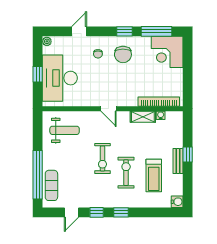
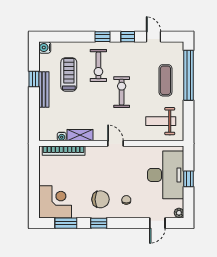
door: (79, 31) -> (157, 223), moved
window: (157, 31) -> (66, 223), width x0.69
chair: (123, 54) -> (101, 199), turned 90
window: (188, 154) -> (34, 79), moved
bench: (178, 161) -> (44, 89), width x1.36
exercise bike: (126, 173) -> (98, 65), moved
exercise mat: (51, 185) -> (165, 80), moved
door: (71, 212) -> (154, 37), hinge flipped

